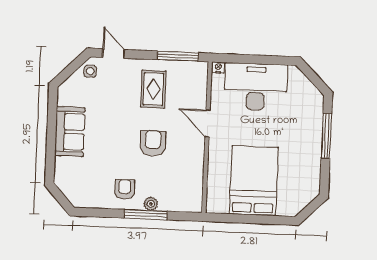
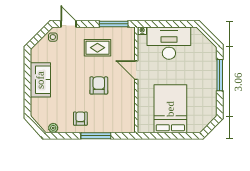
rug: (153, 89) -> (97, 48), turned 90
plant: (151, 204) -> (53, 128), moved

